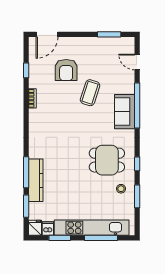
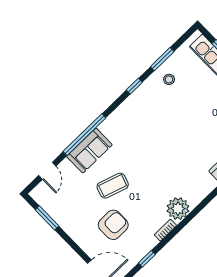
sofa: (125, 112) -> (89, 151), moved
plant: (38, 119) -> (178, 209), added
dining table: (107, 160) -> (156, 115), removed

